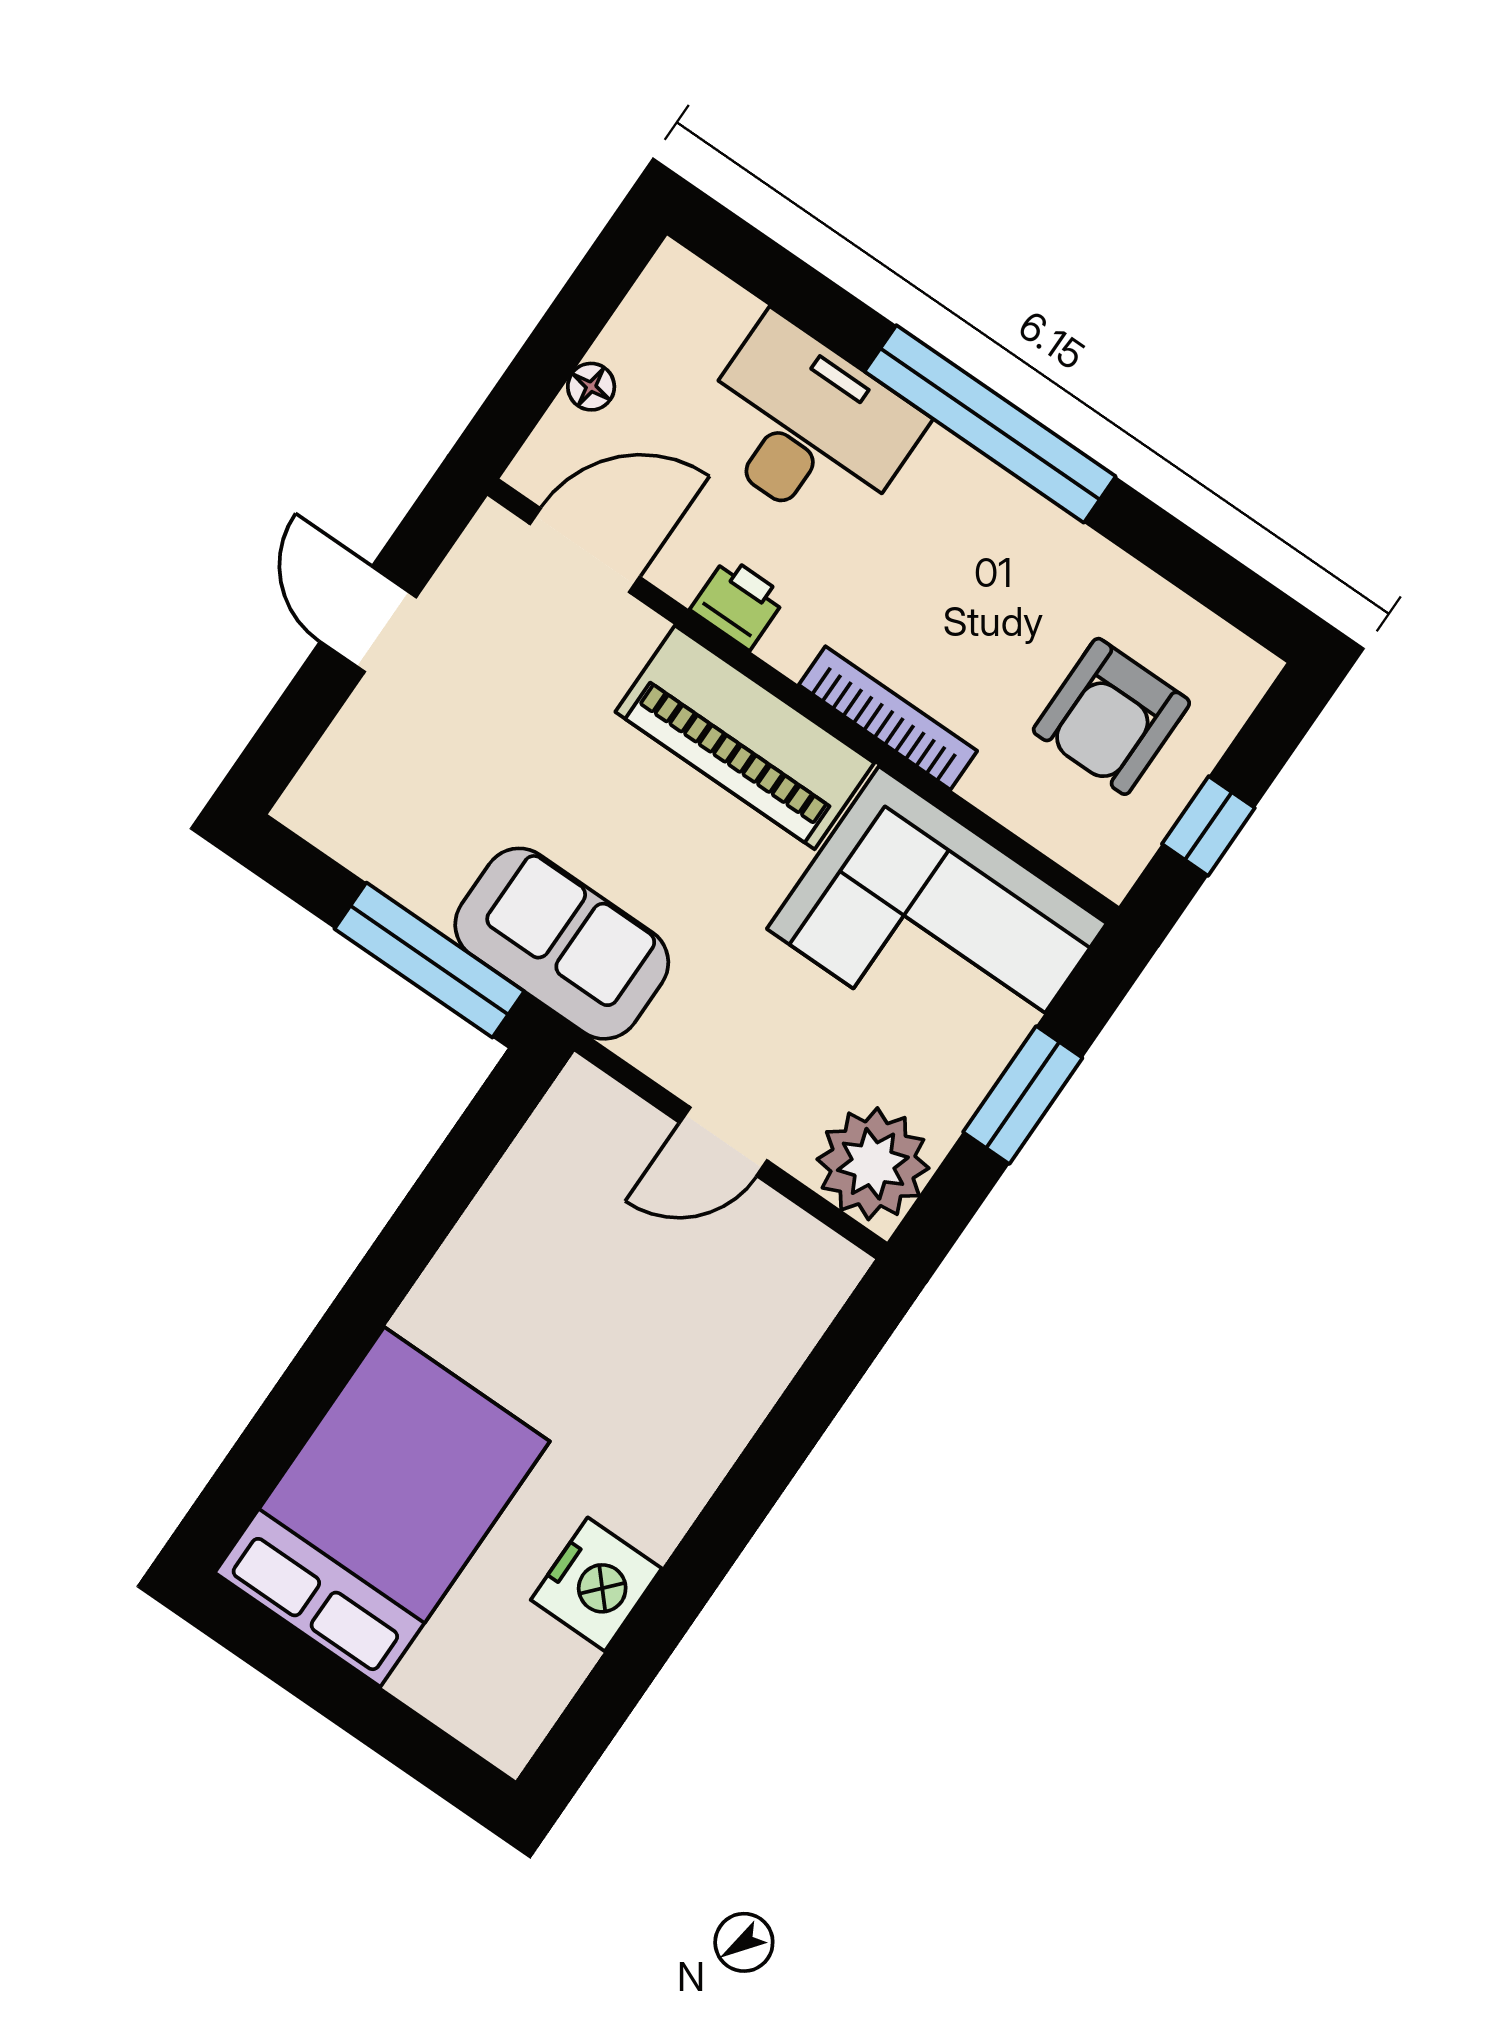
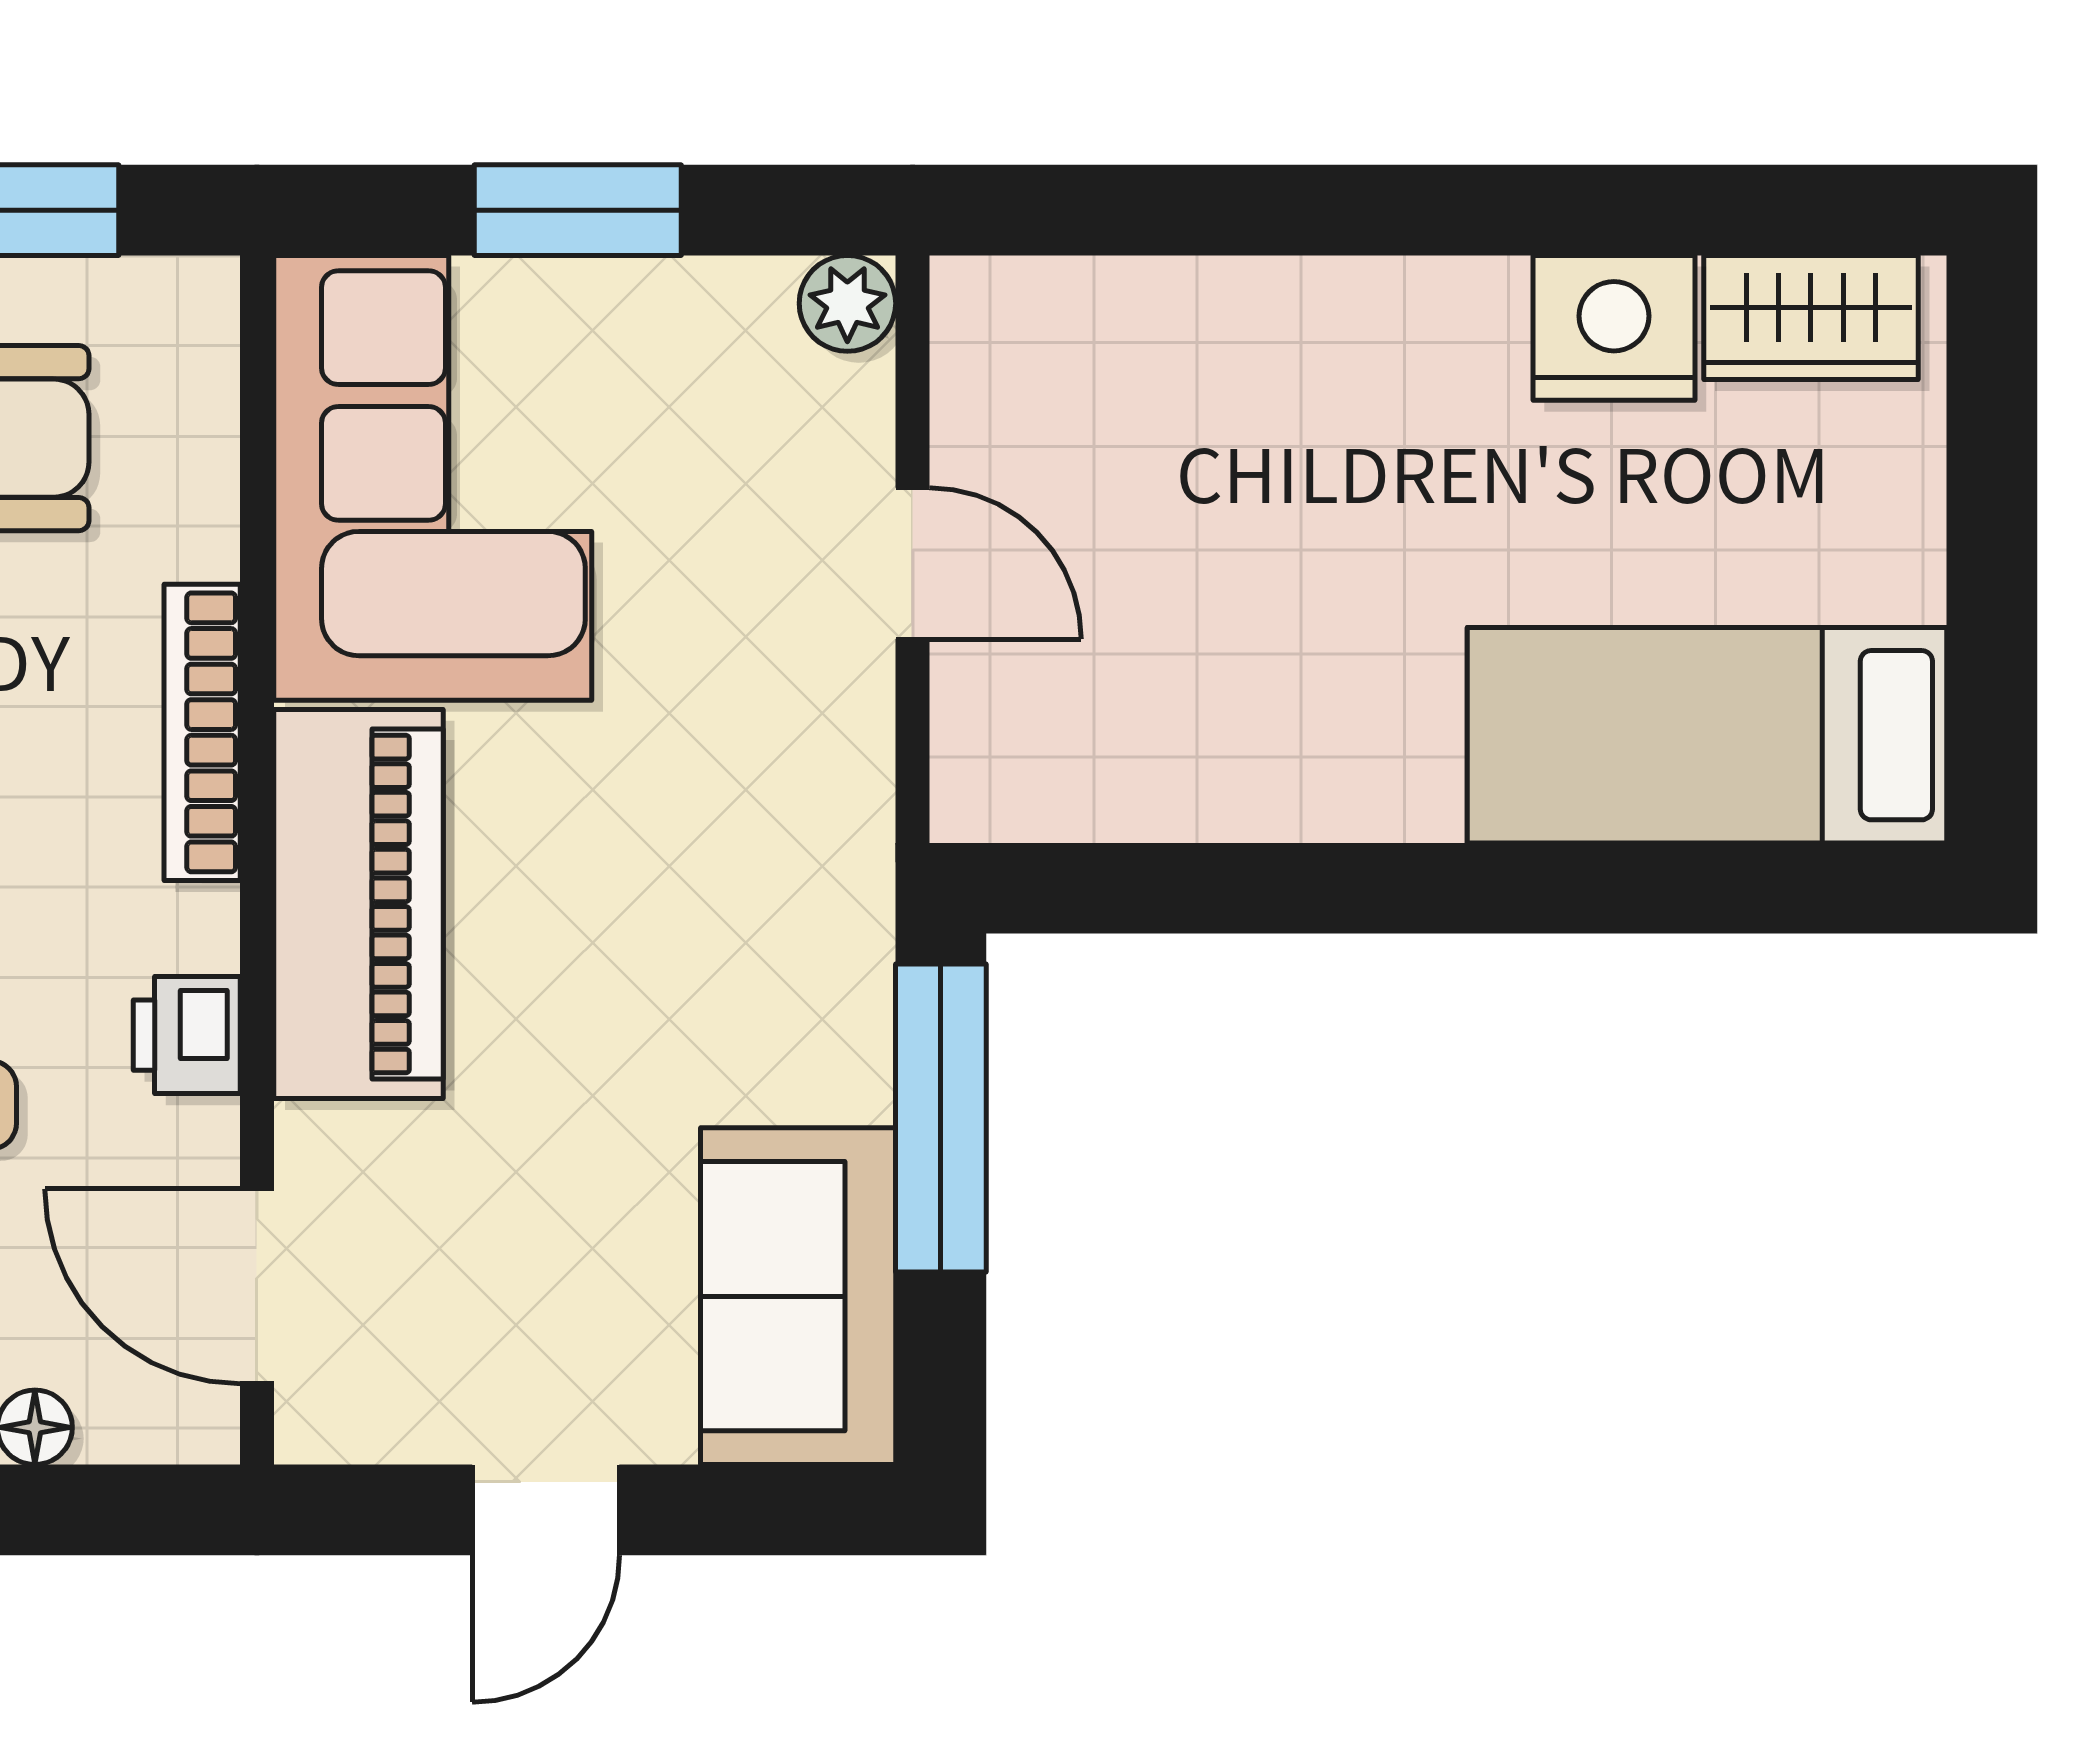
sofa: (562, 944) -> (798, 1296), moved
plant: (873, 1164) -> (847, 303), width x0.53, depth x0.53
bed: (382, 1507) -> (1707, 735), width x0.67
wardrobe: (532, 1689) -> (1811, 317), added

